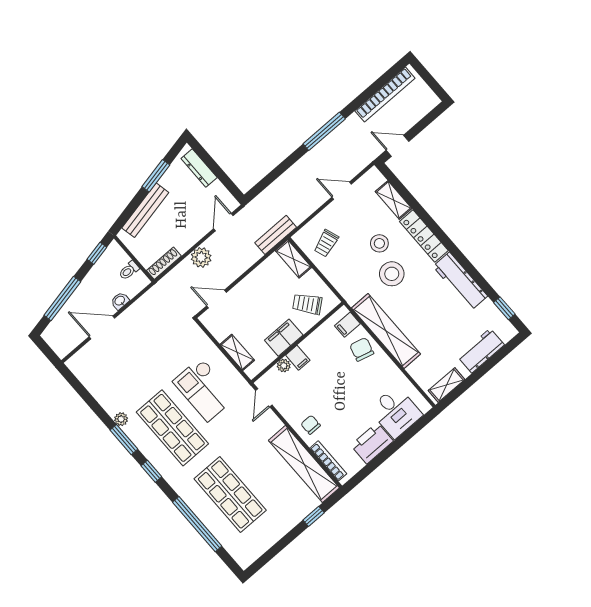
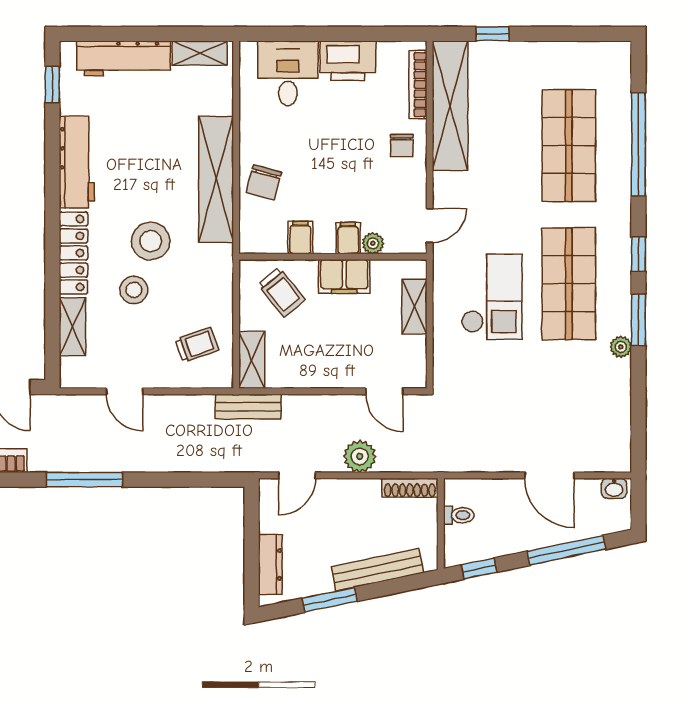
washbasin: (120, 301) -> (614, 488), moved
filing cabinet: (347, 325) -> (300, 237), moved, turned -90
workbench: (481, 351) -> (124, 58), width x1.38

